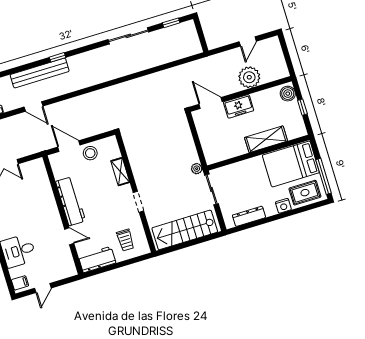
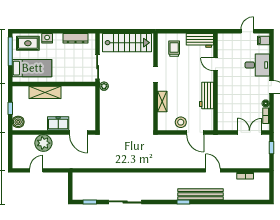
bed: (291, 164) -> (32, 68), width x0.67
workbench: (71, 201) -> (207, 95), width x0.73

